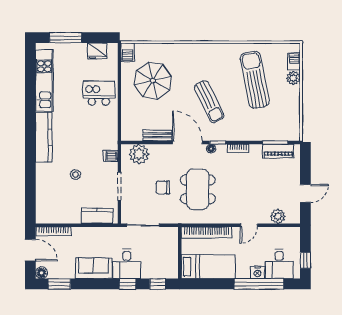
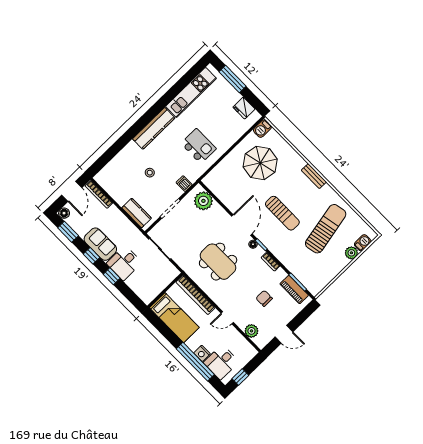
kitchen island: (99, 93) -> (199, 146), moved
sun lounger: (209, 102) -> (282, 213), turned -64
bench: (157, 135) -> (314, 176), moved
chair: (163, 188) -> (264, 298), moved
dining table: (198, 189) -> (218, 262), turned 90
window: (158, 284) -> (92, 256), moved

